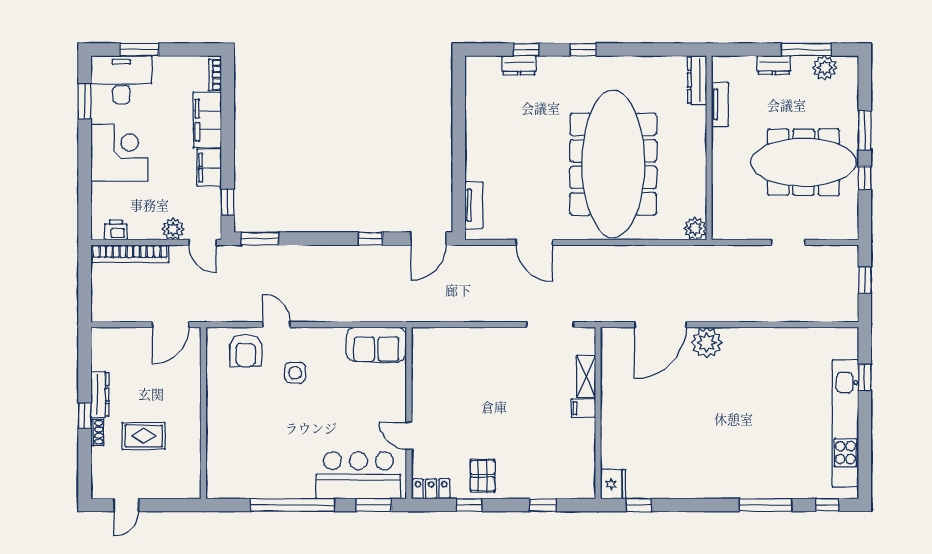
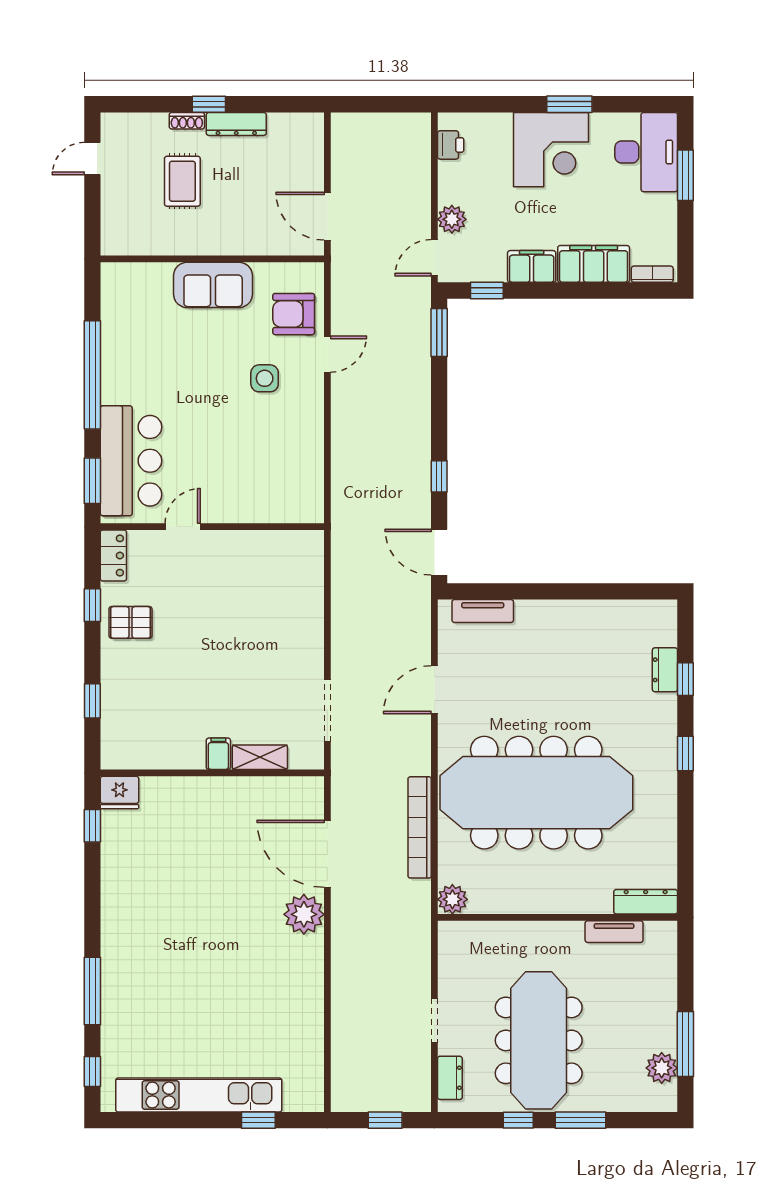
dresser: (774, 65) -> (450, 1078), moved, turned 180
window: (85, 101) -> (569, 104), moved
bookcase: (130, 254) -> (420, 827), moved
sofa: (376, 344) -> (213, 285), moved, turned -90
door: (126, 505) -> (92, 159), hinge flipped

